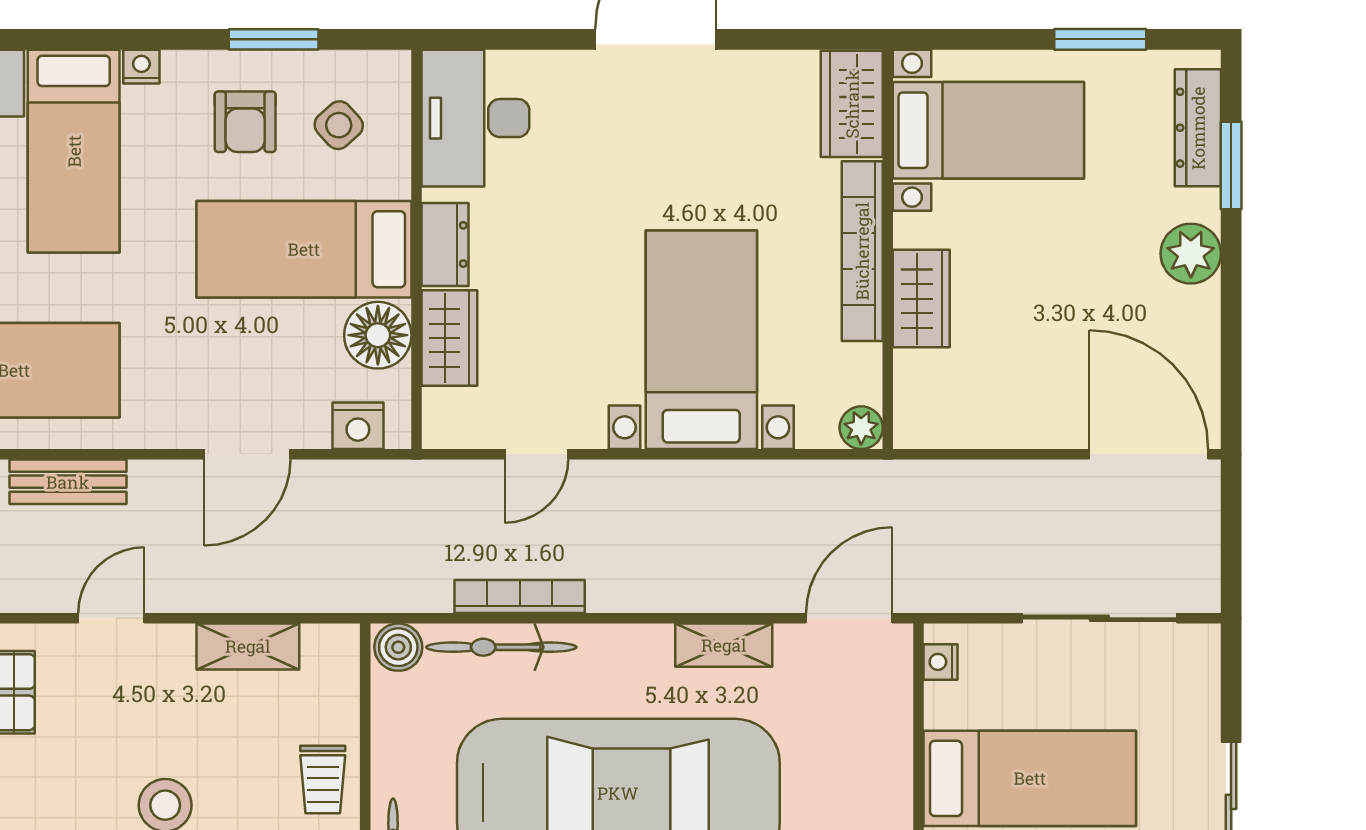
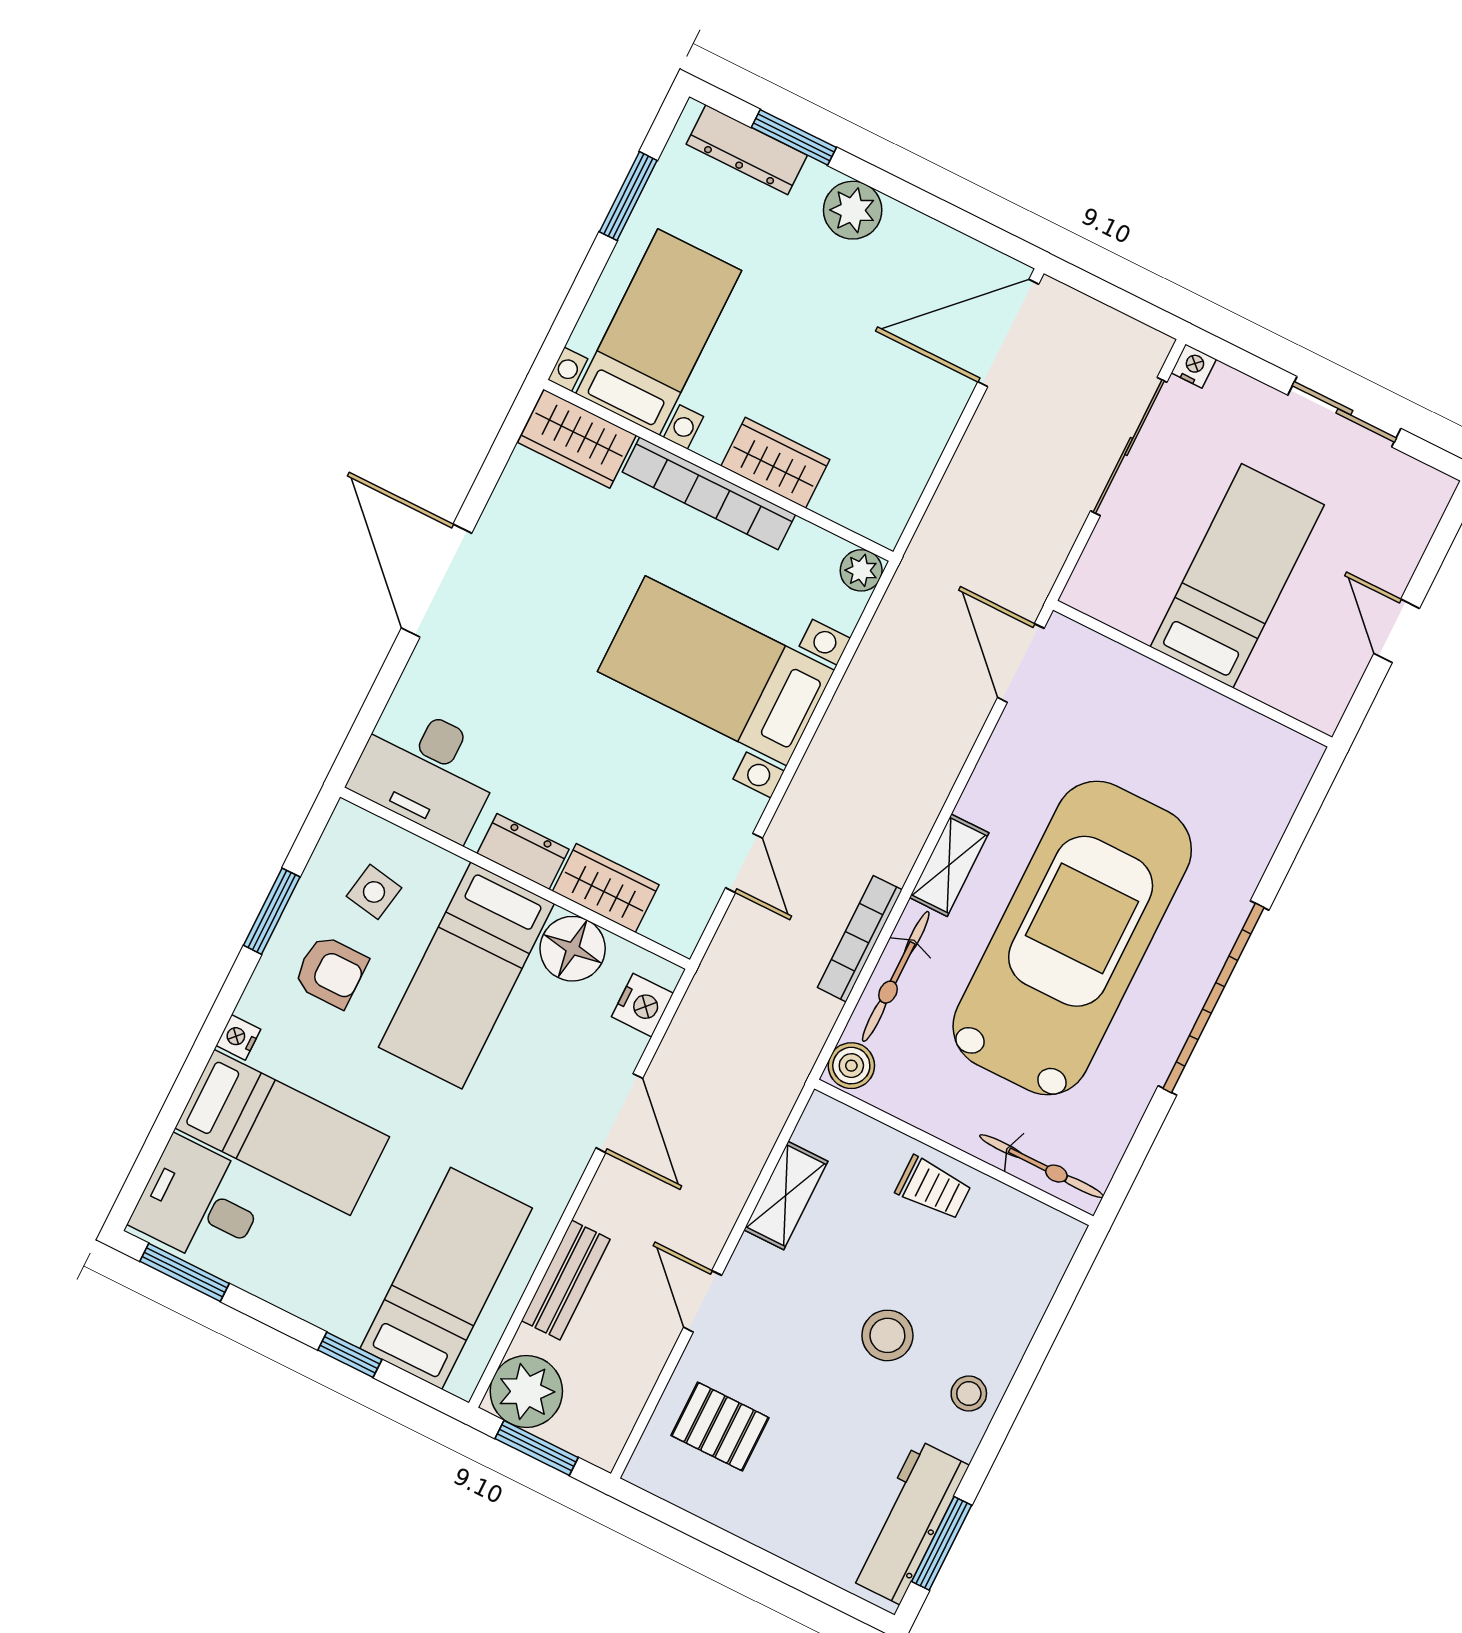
side table: (339, 125) -> (374, 892), turned -38
shelving: (724, 645) -> (949, 865), moved
nightstand: (941, 662) -> (1194, 366), moved, turned 180

